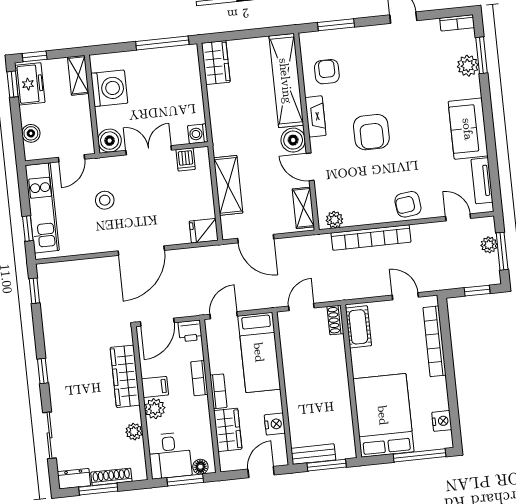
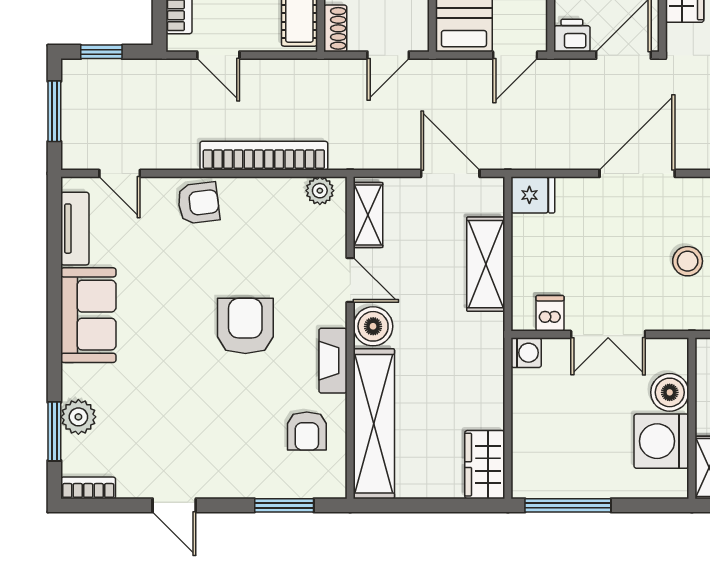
boiler: (110, 141) -> (670, 392), moved
plant: (489, 245) -> (74, 124), removed

